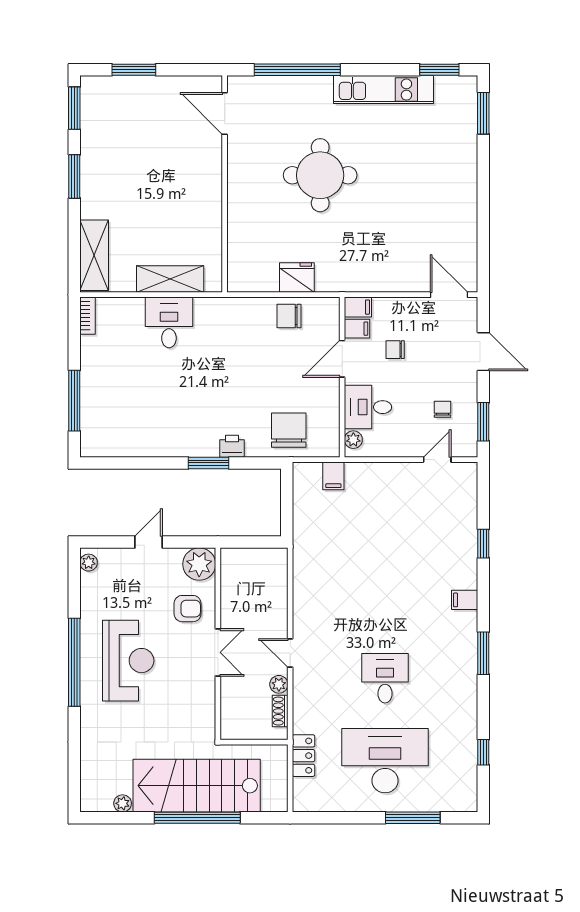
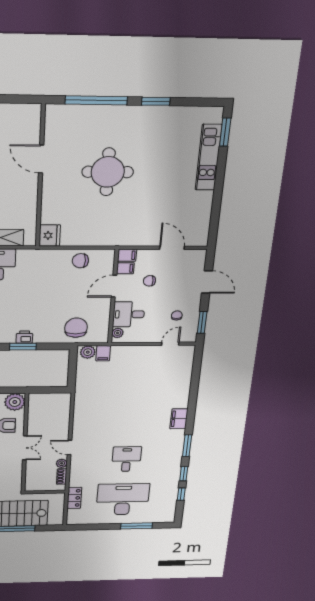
window: (439, 70) -> (156, 101), moved
kitchen unit: (383, 90) -> (209, 157), moved, turned 90
door: (225, 114) -> (41, 159), moved
fridge: (297, 278) -> (50, 235), moved, turned 90
door: (449, 295) -> (172, 248), moved
printer: (232, 446) -> (24, 337), moved
plant: (309, 474) -> (88, 352), added
window: (483, 544) -> (184, 474), moved
filing cabinet: (465, 600) -> (179, 419), width x2.00

